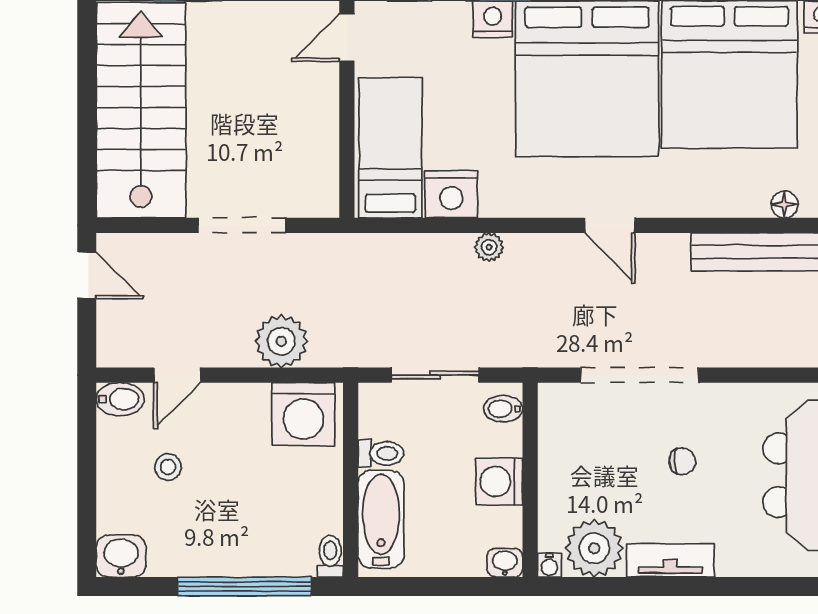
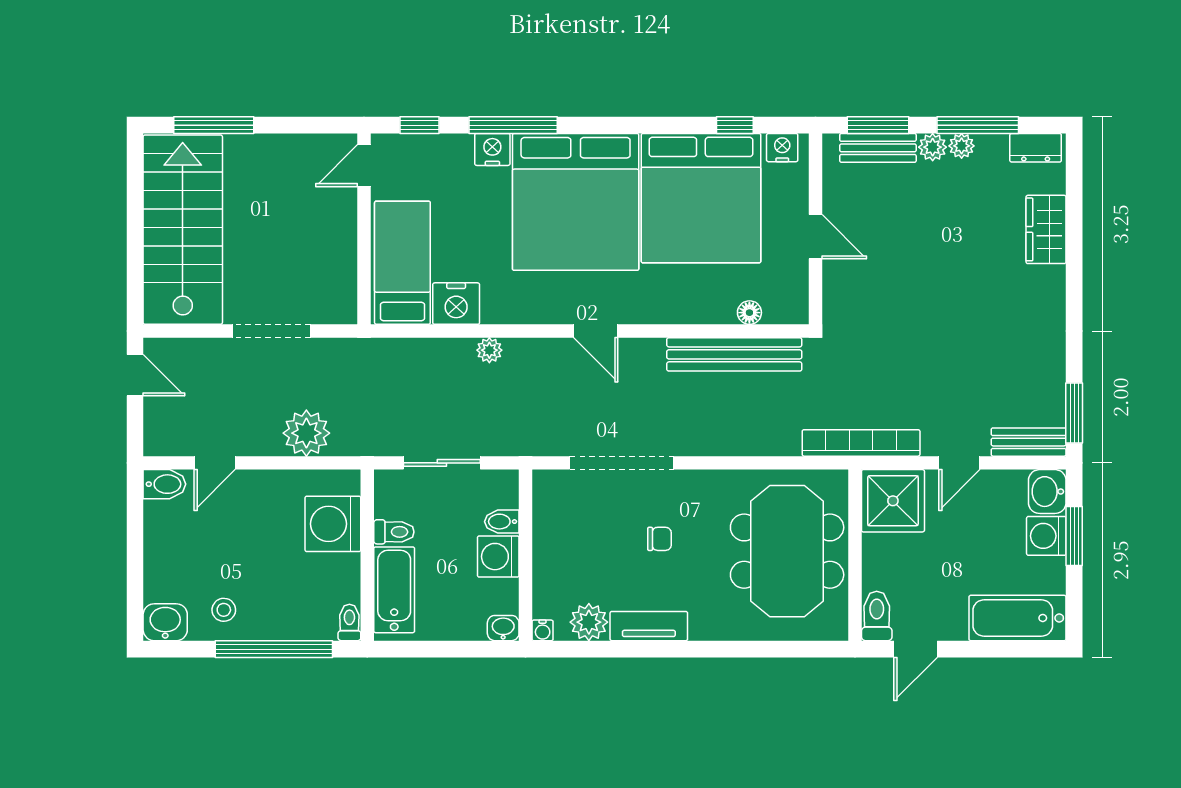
bidet: (503, 409) -> (502, 522), moved
washing machine: (303, 414) -> (333, 524), moved, turned 90
stool: (168, 467) -> (224, 610), moved
plant: (594, 548) -> (589, 622), width x0.73, depth x0.73

